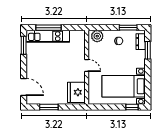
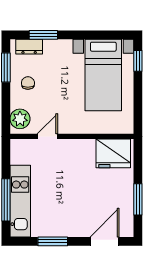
window: (24, 45) -> (53, 241), moved
door: (87, 65) -> (47, 136), moved

